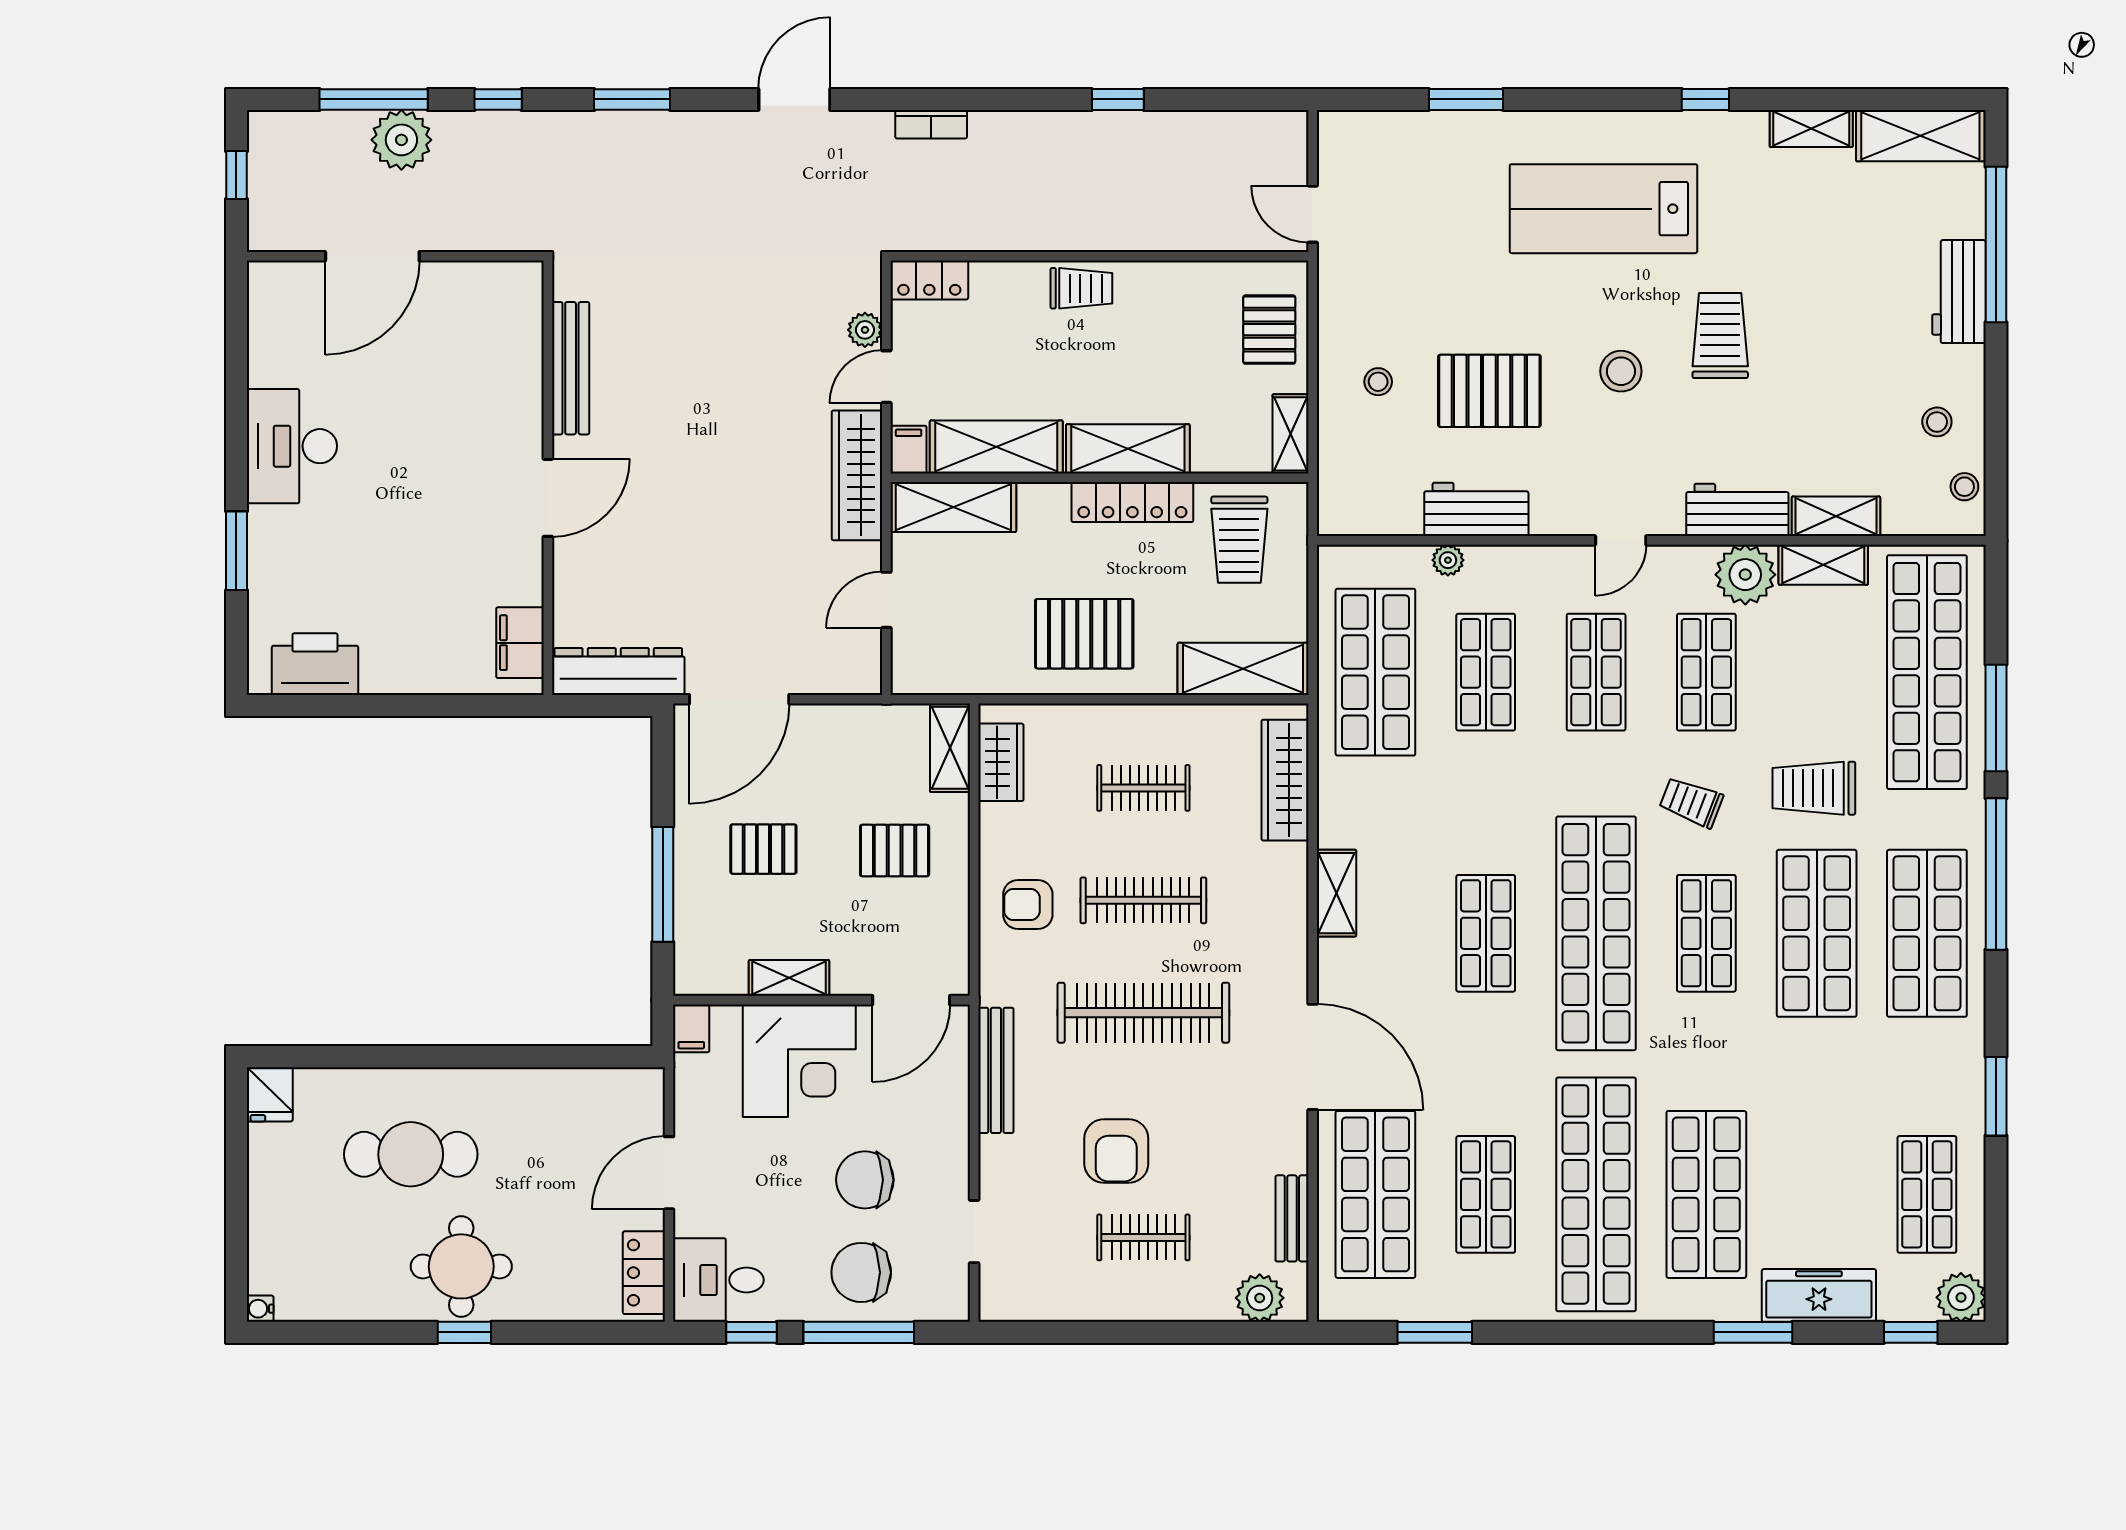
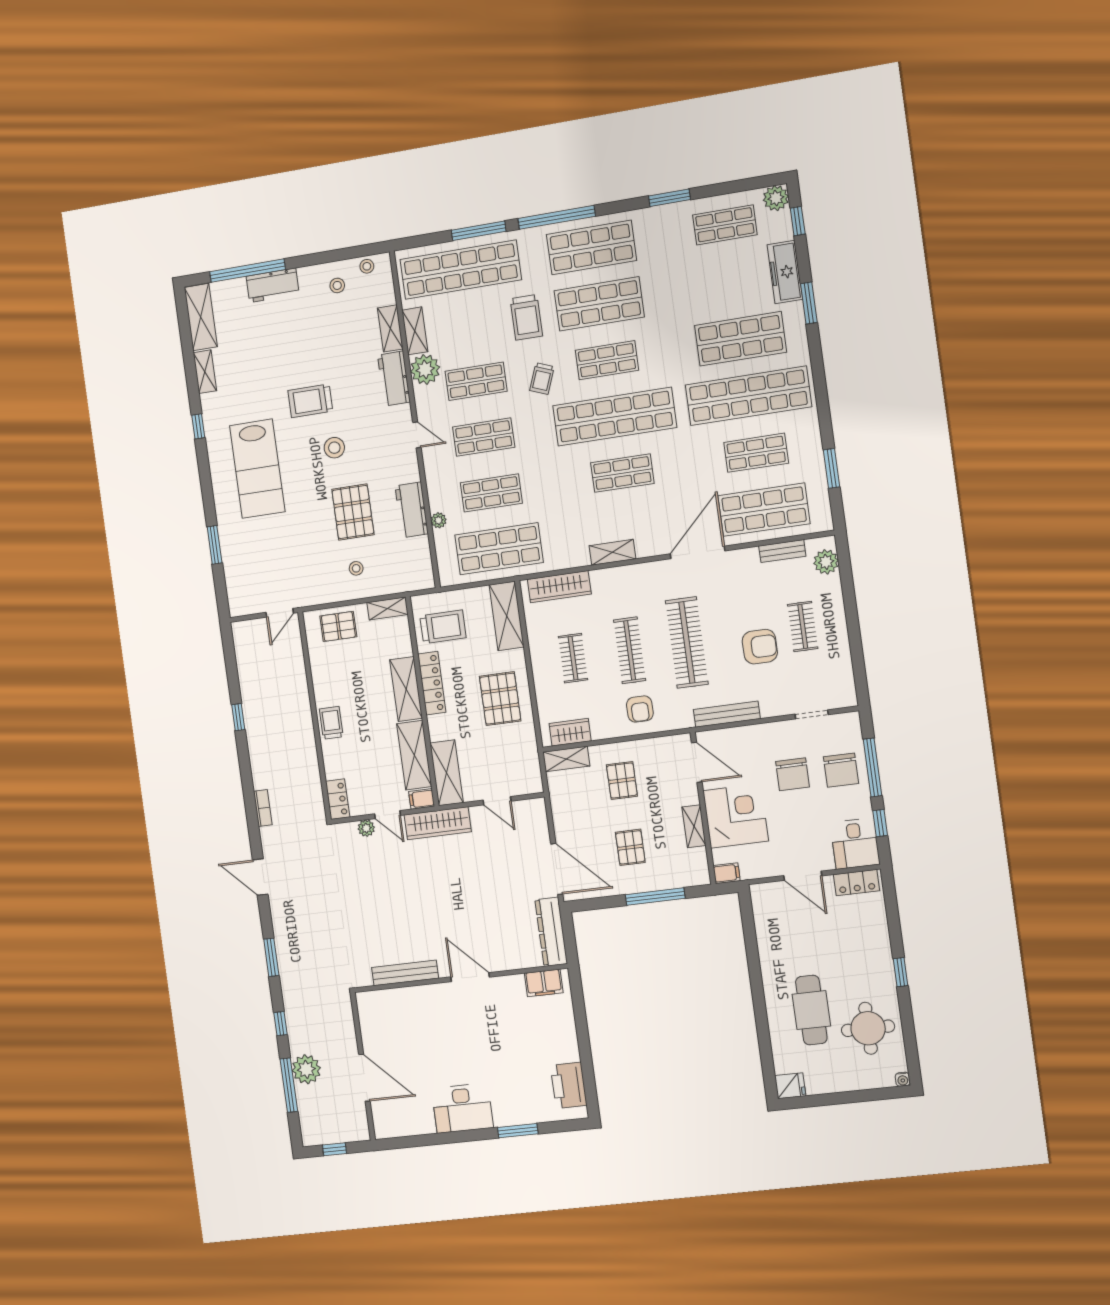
round table: (461, 1266) -> (868, 1028), moved

